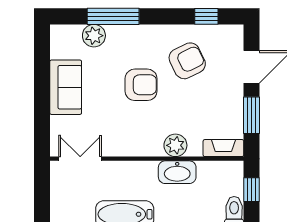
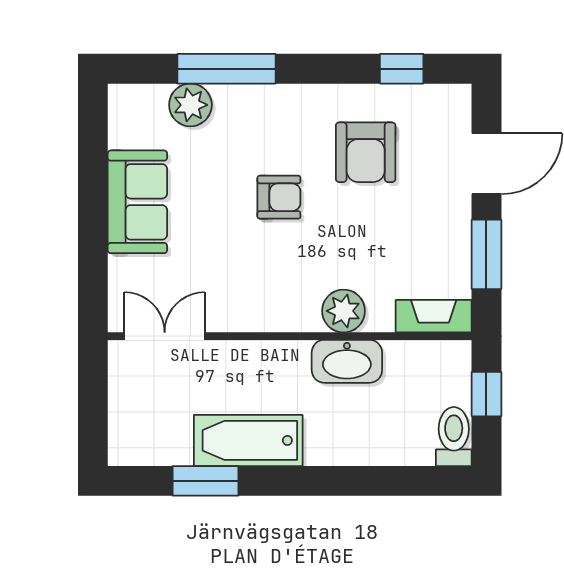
armchair: (187, 61) -> (366, 152), turned 116
armchair: (141, 85) -> (279, 197), width x0.72, depth x0.72

